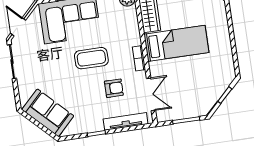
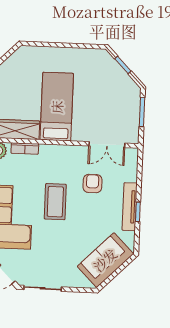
bookcase: (139, 58) -> (25, 149), moved
double door: (151, 94) -> (107, 145), swing flipped
tv unit: (126, 121) -> (130, 207), moved

